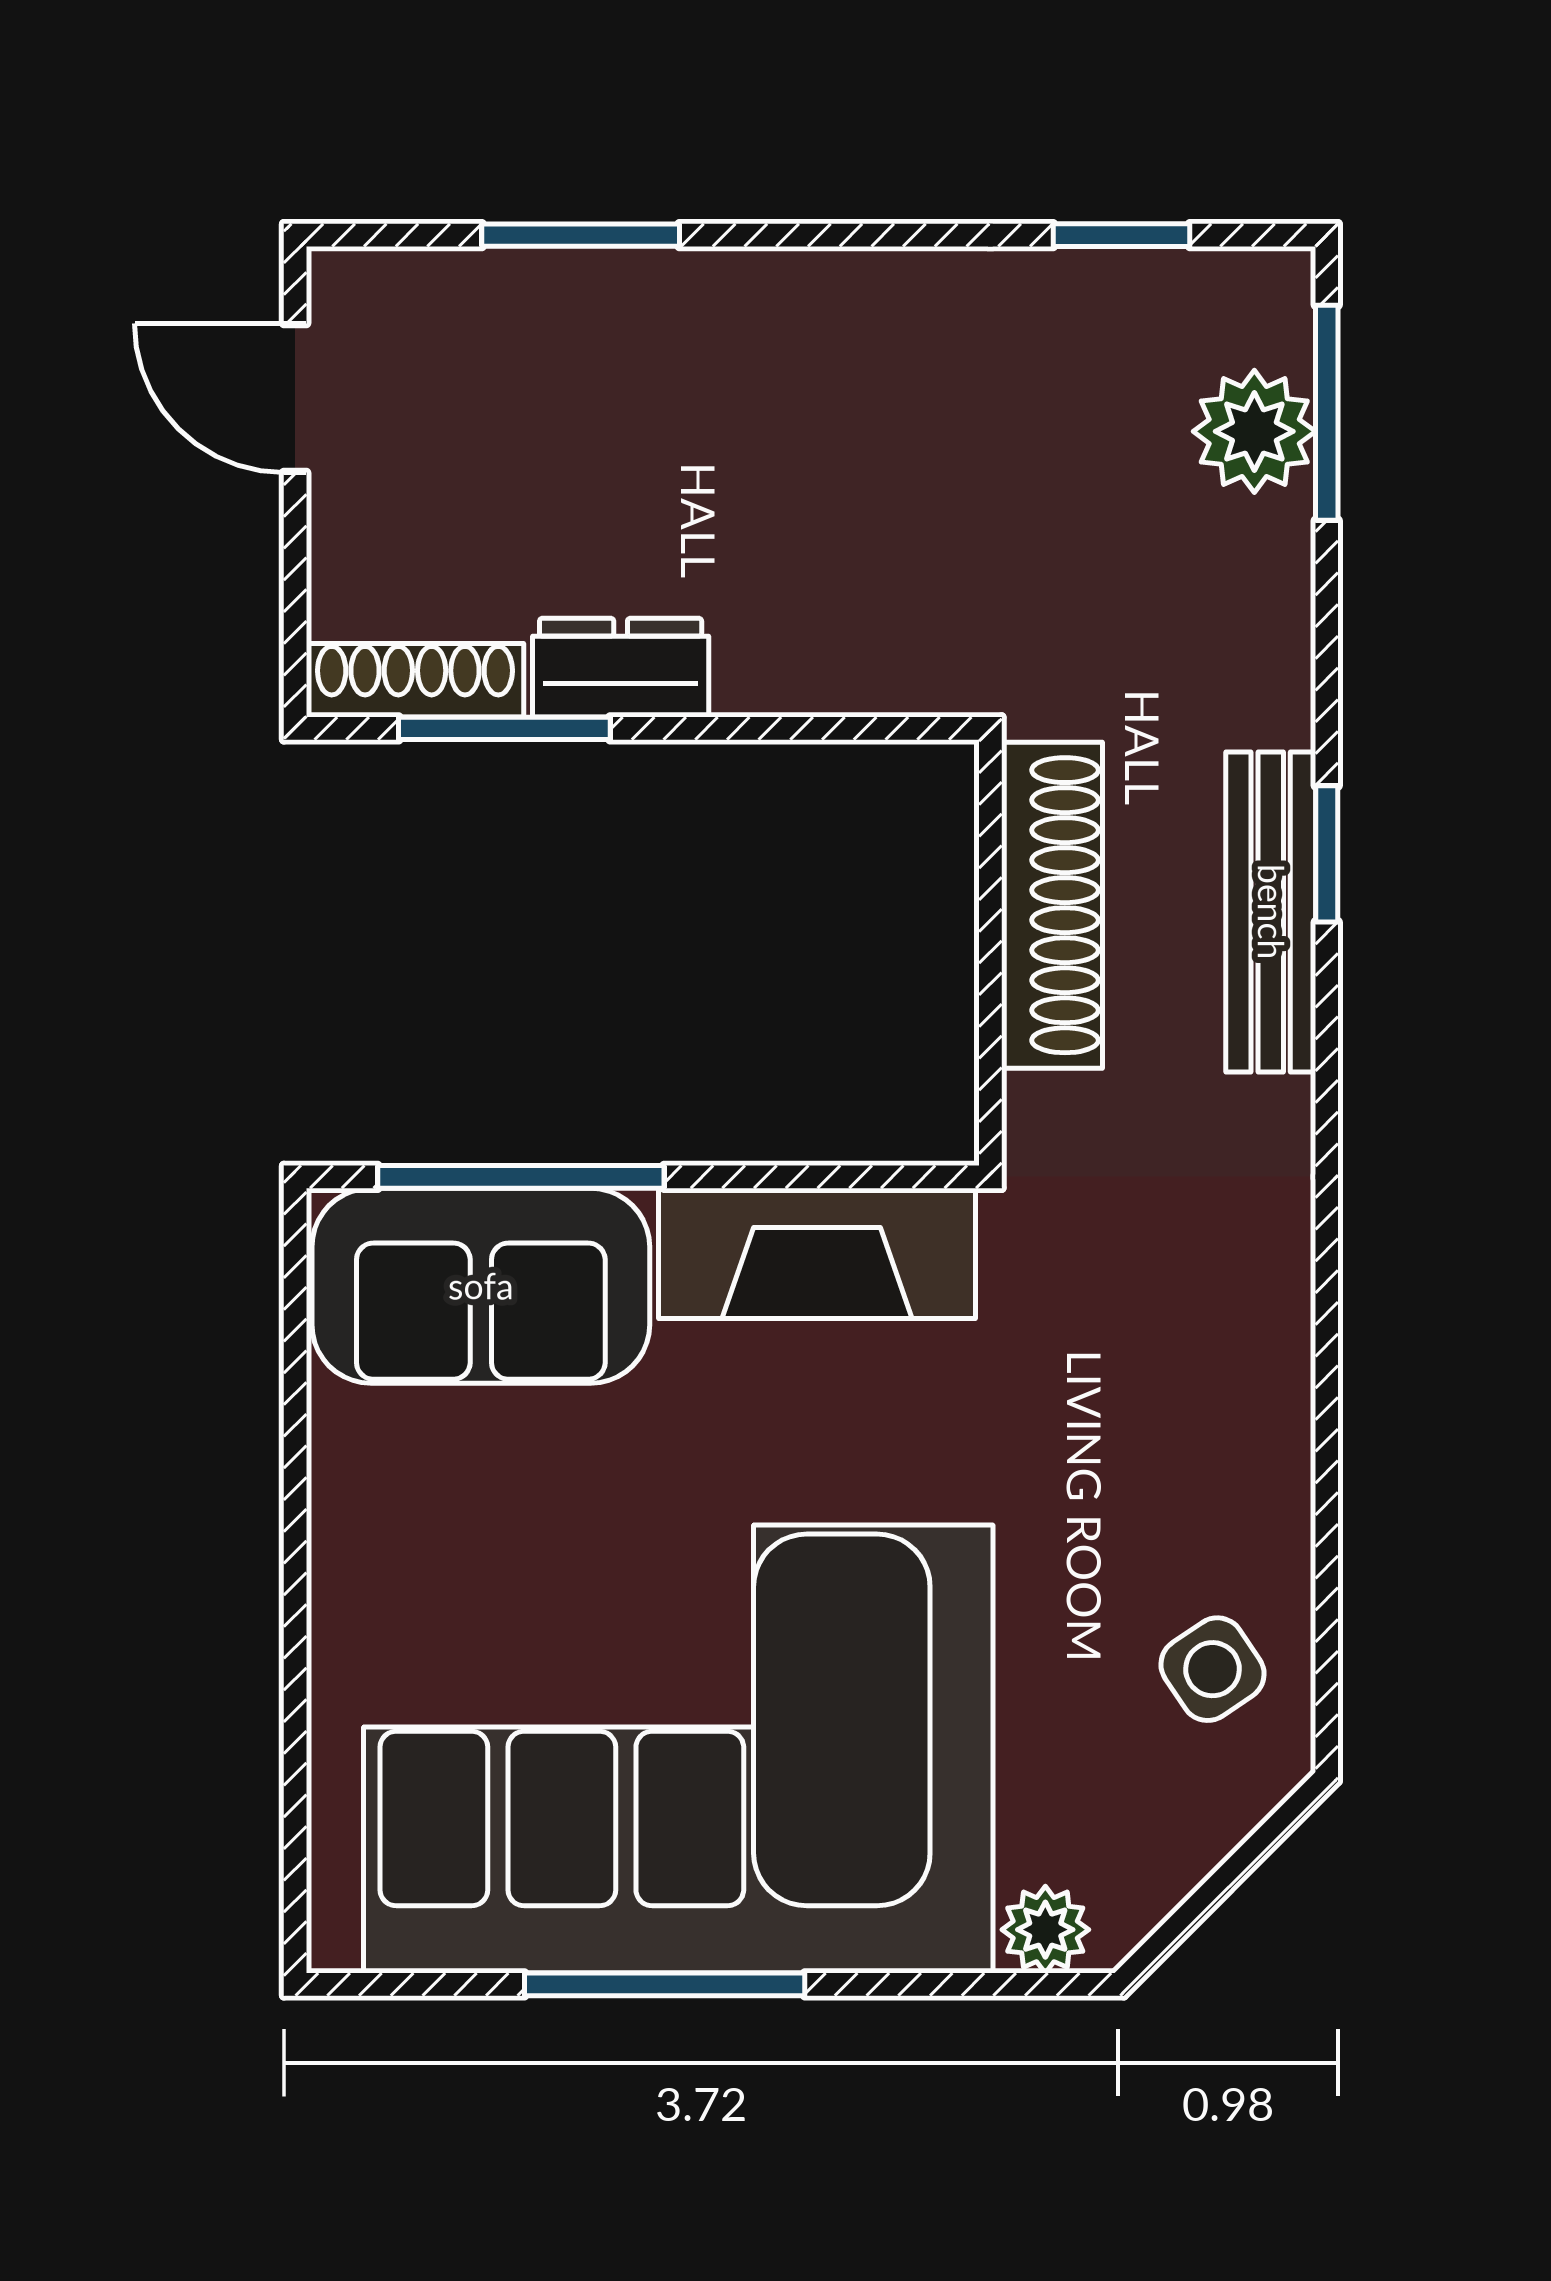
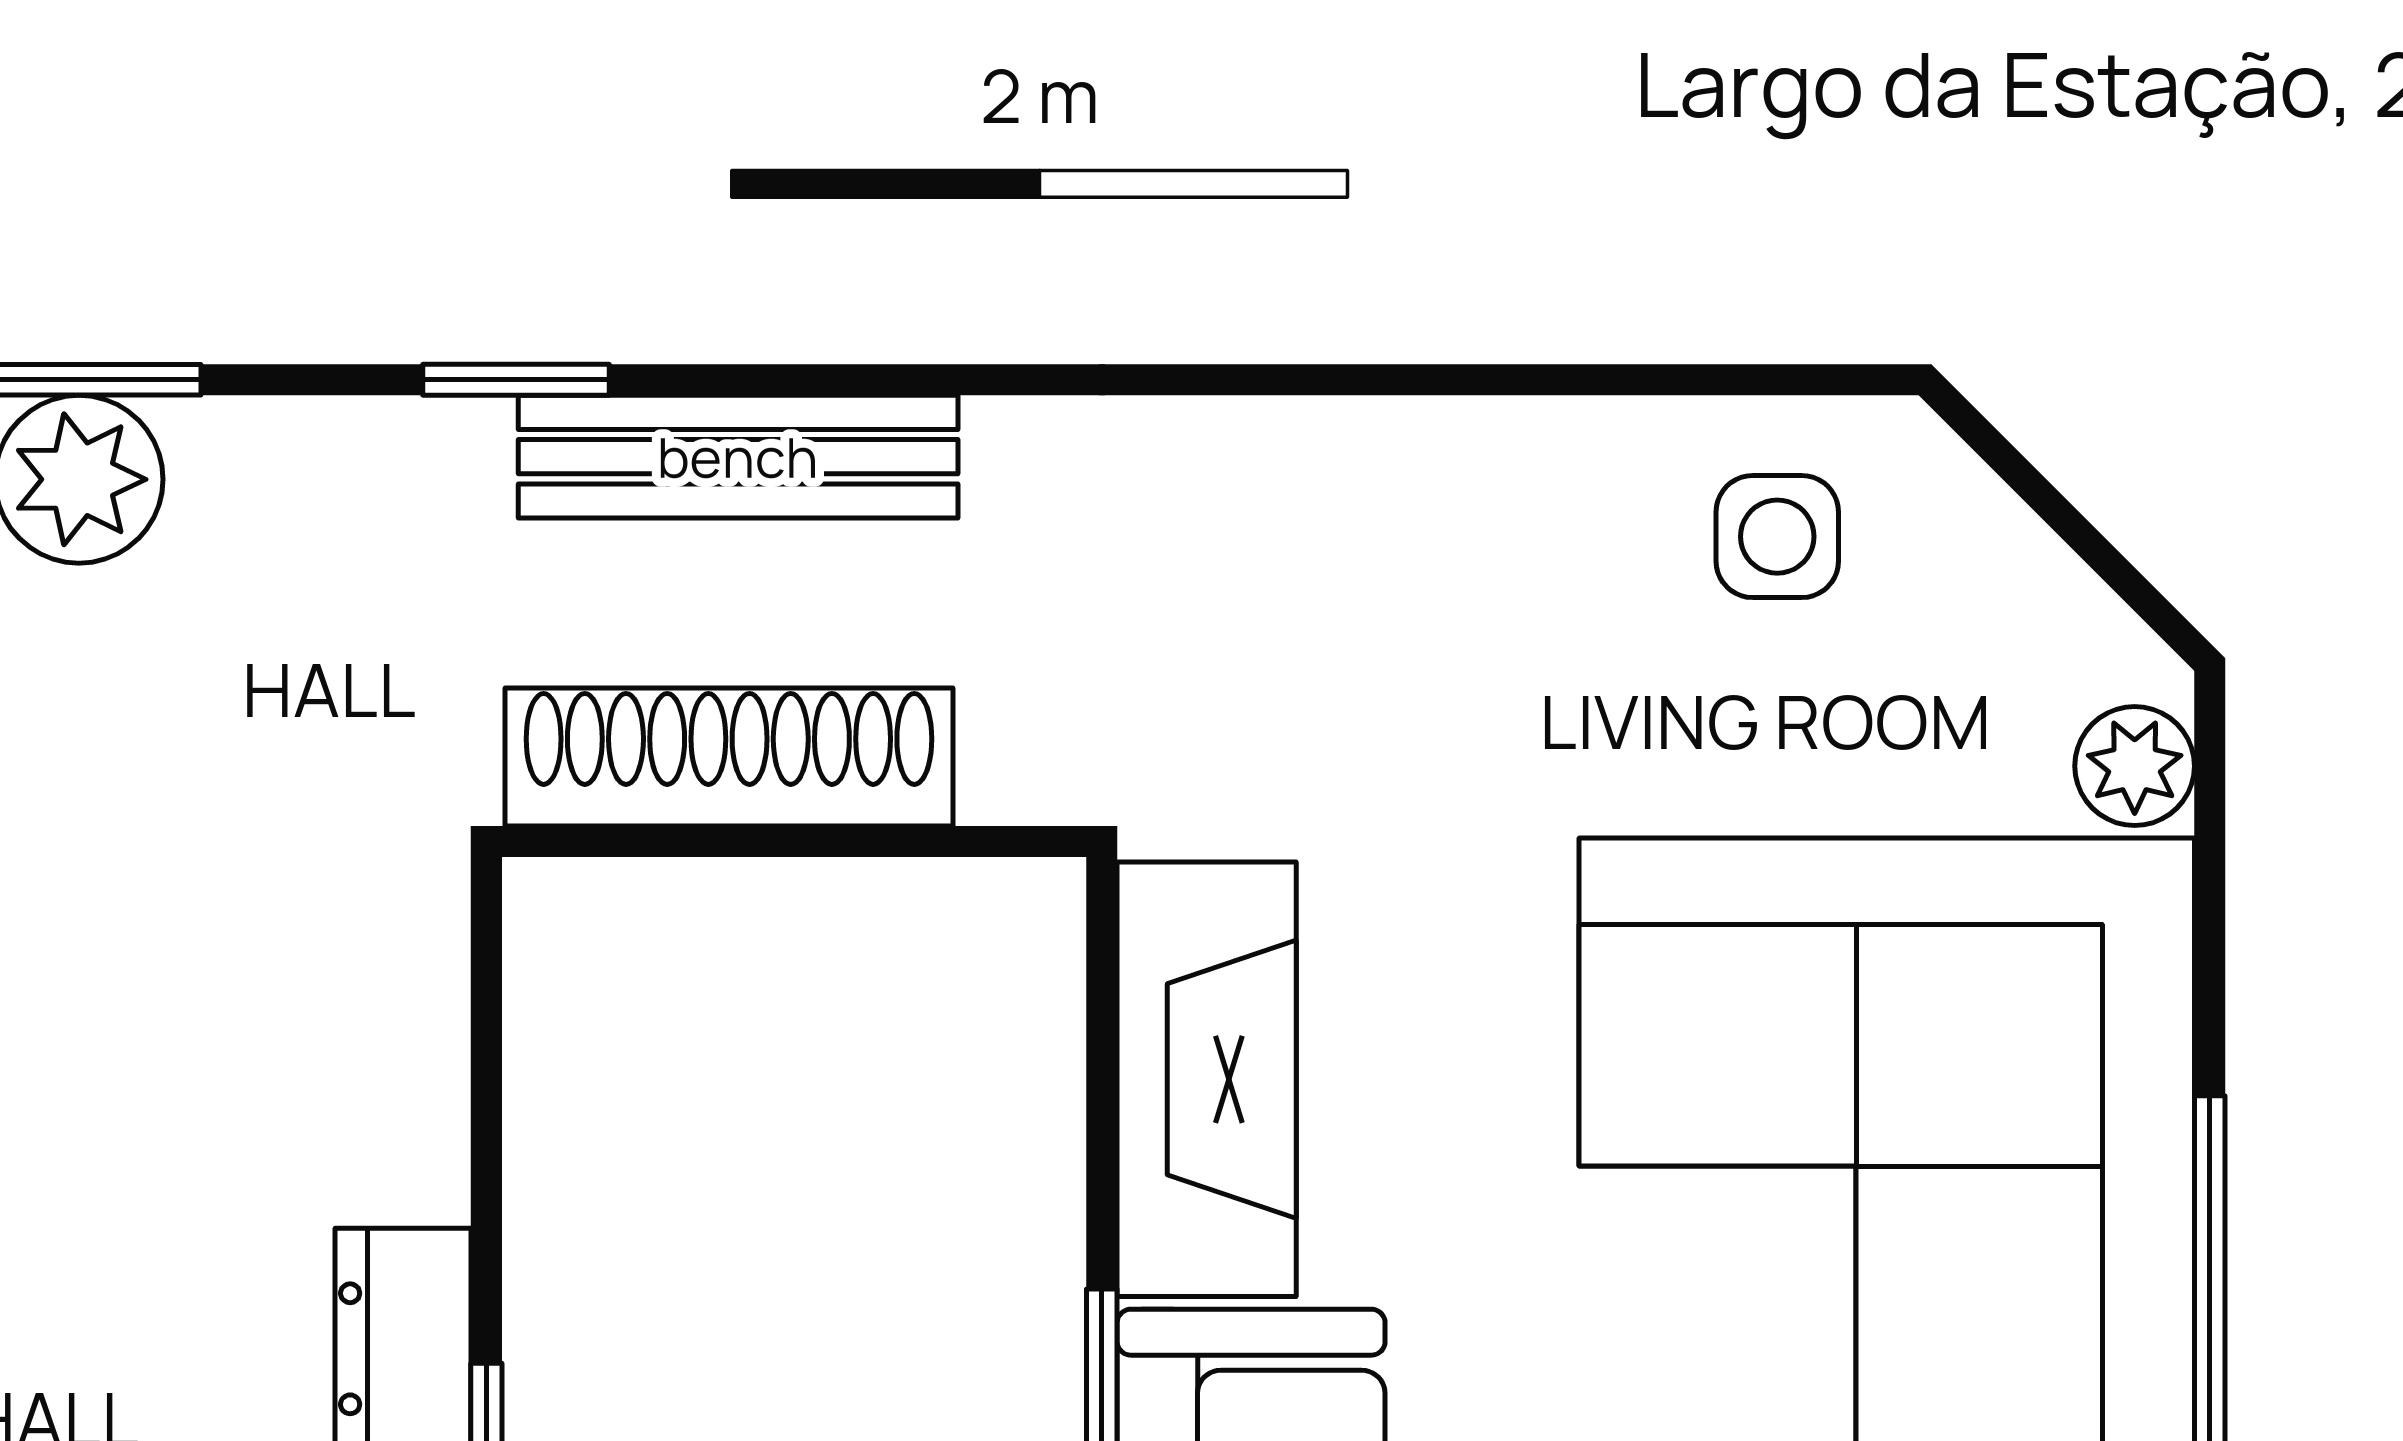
window: (1327, 854) -> (516, 380), moved
side table: (1213, 1669) -> (1777, 537), turned 34

